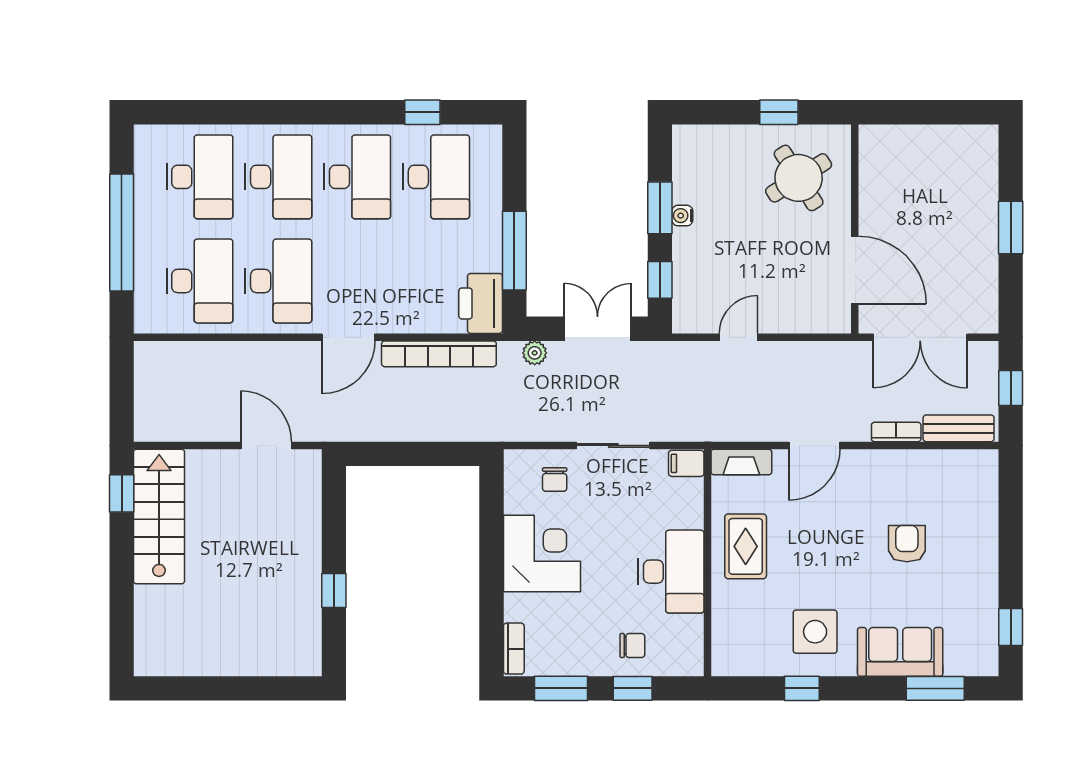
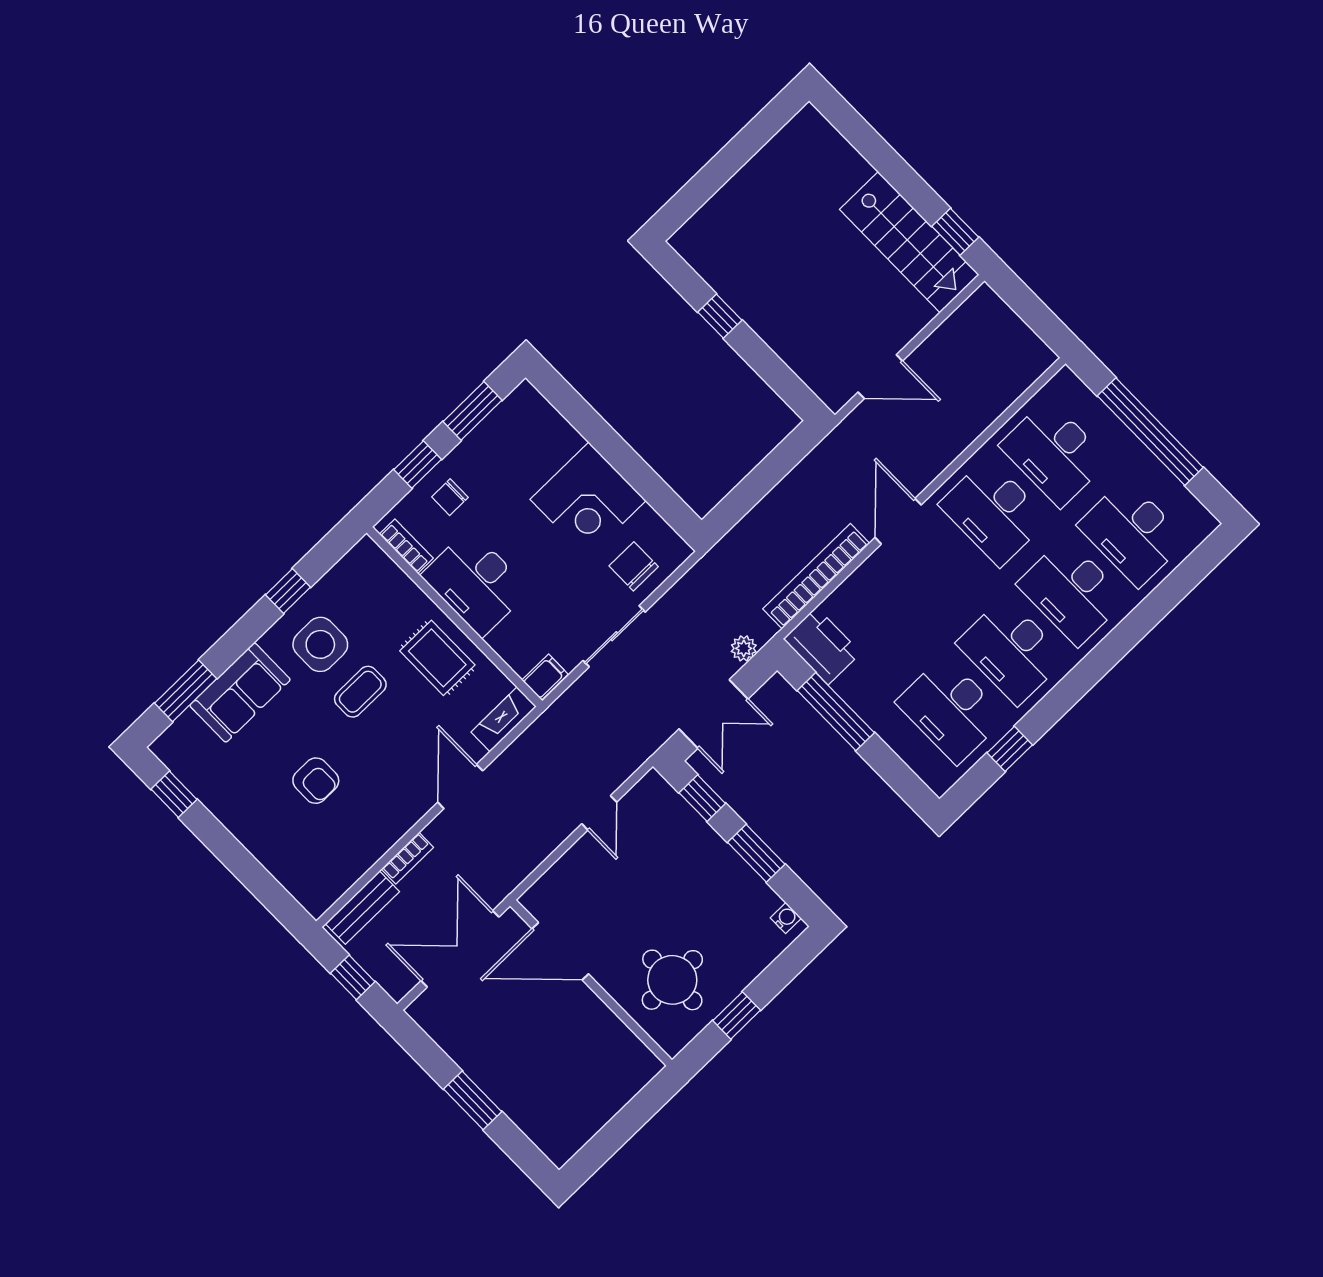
round table: (799, 178) -> (672, 980), turned 32
water cooler: (682, 216) -> (786, 918), moved
chair: (555, 480) -> (634, 566), width x1.37, depth x1.37
coffee table: (819, 574) -> (360, 692), added
bookcase: (514, 649) -> (406, 546), moved, turned 180

